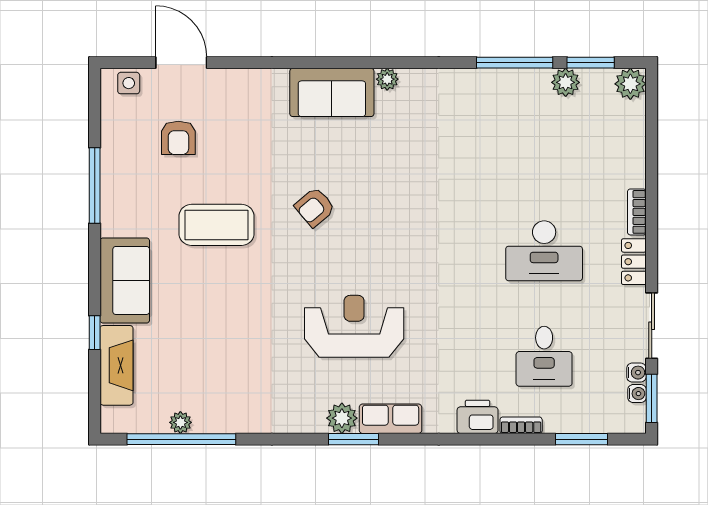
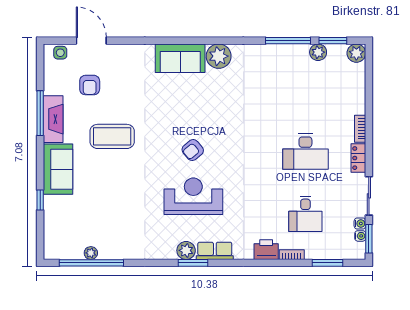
plant: (387, 79) -> (219, 56), width x1.88, depth x1.88
armchair: (315, 207) -> (193, 150), moved
fireplace: (116, 365) -> (53, 119), moved

